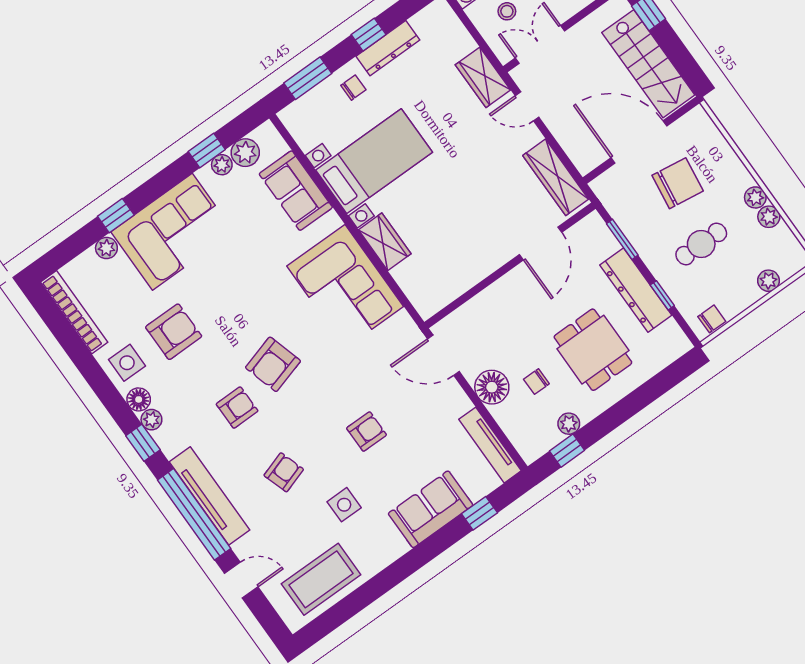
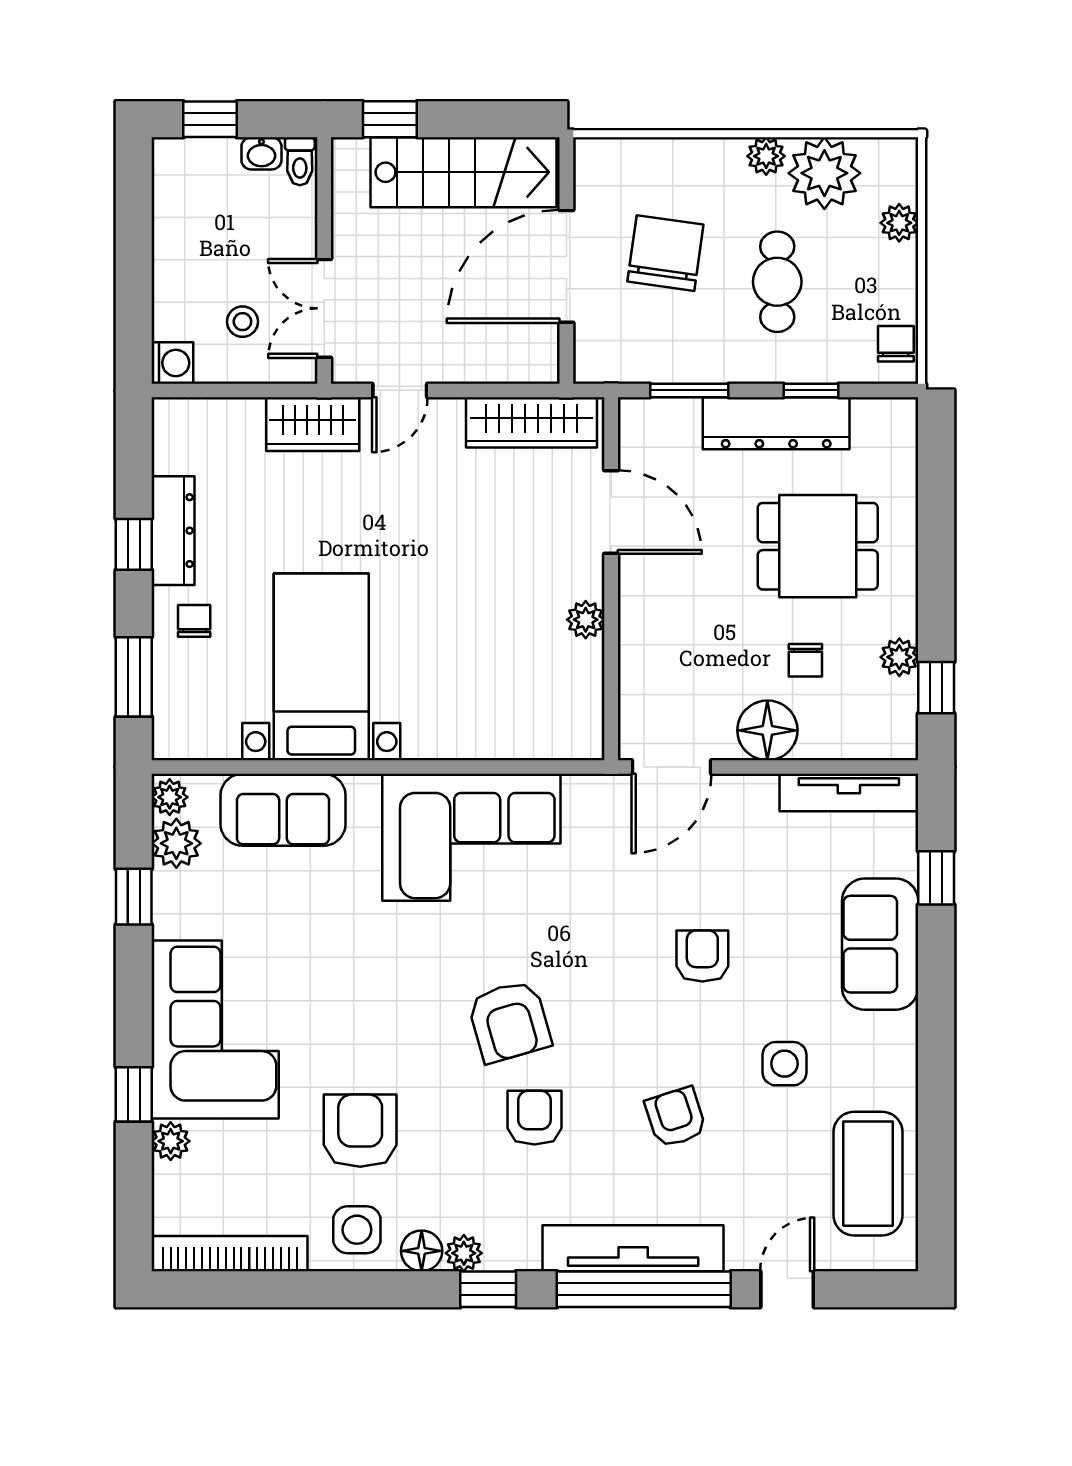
plant: (222, 165) -> (170, 797), moved
plant: (769, 217) -> (824, 173), width x1.88, depth x1.88
wardrobe: (385, 242) -> (448, 735), removed
plant: (483, 267) -> (586, 620), added

